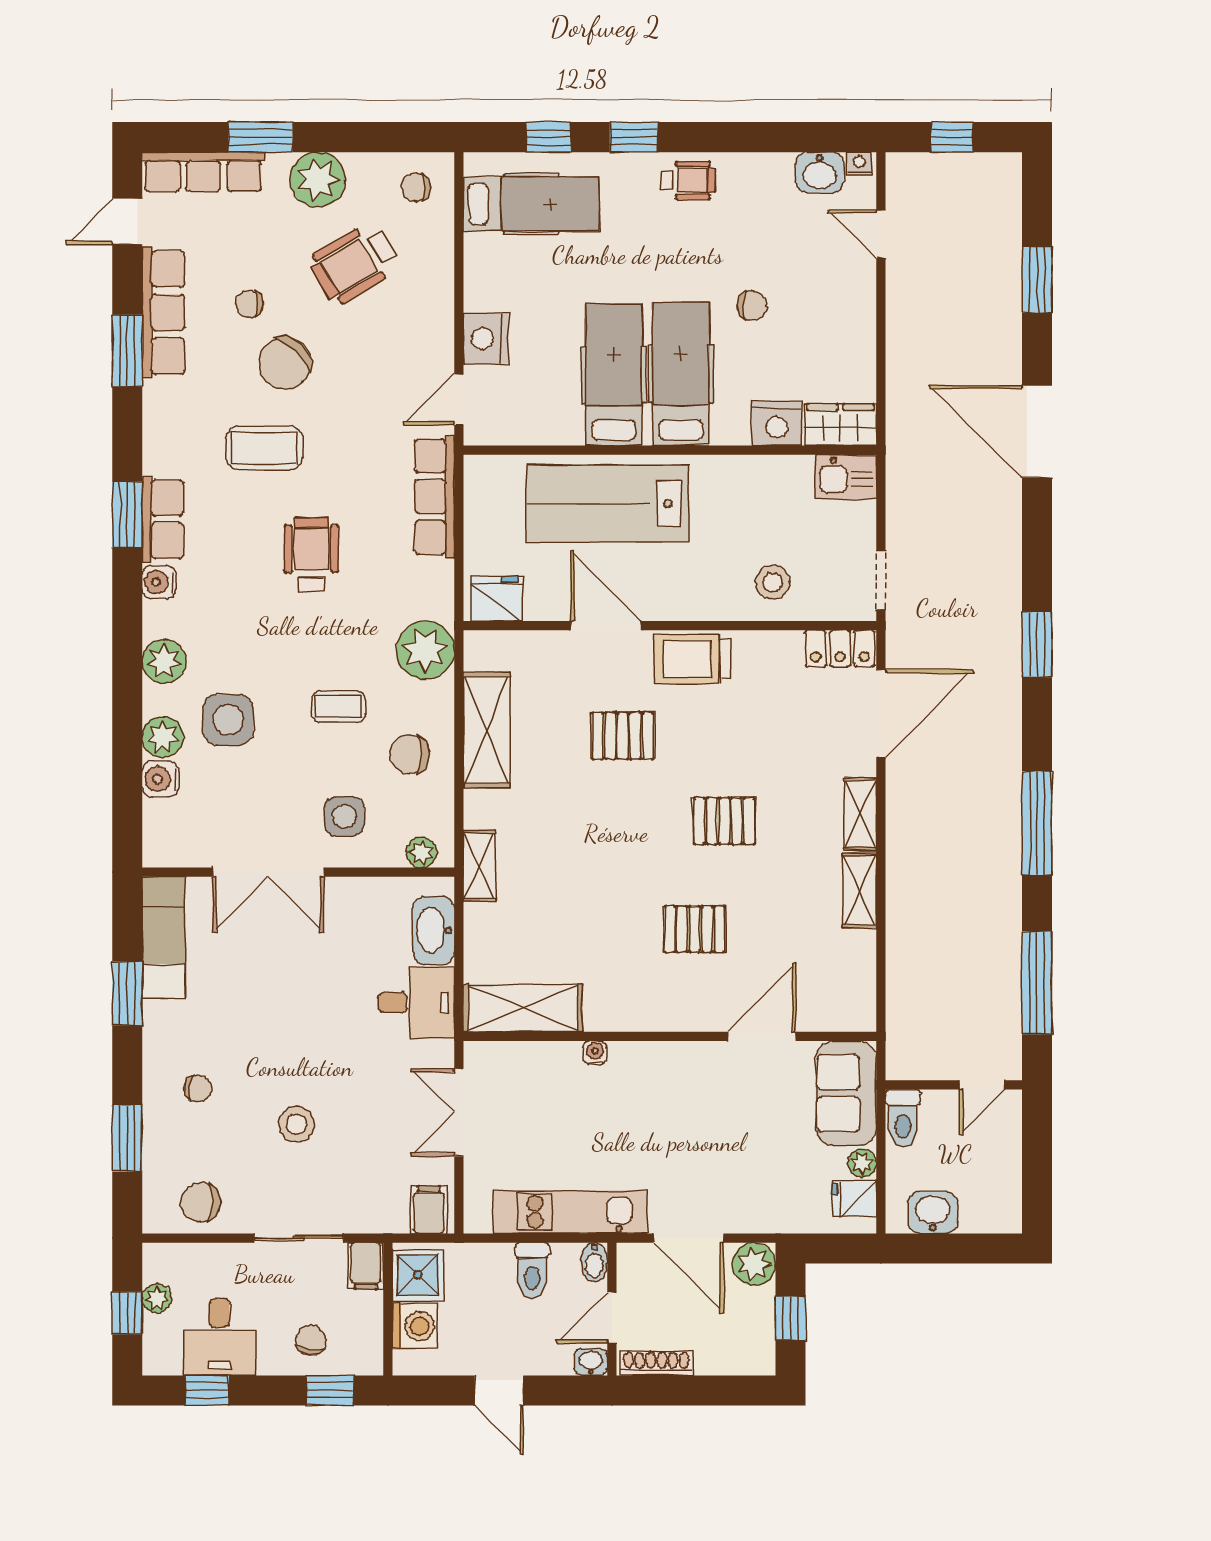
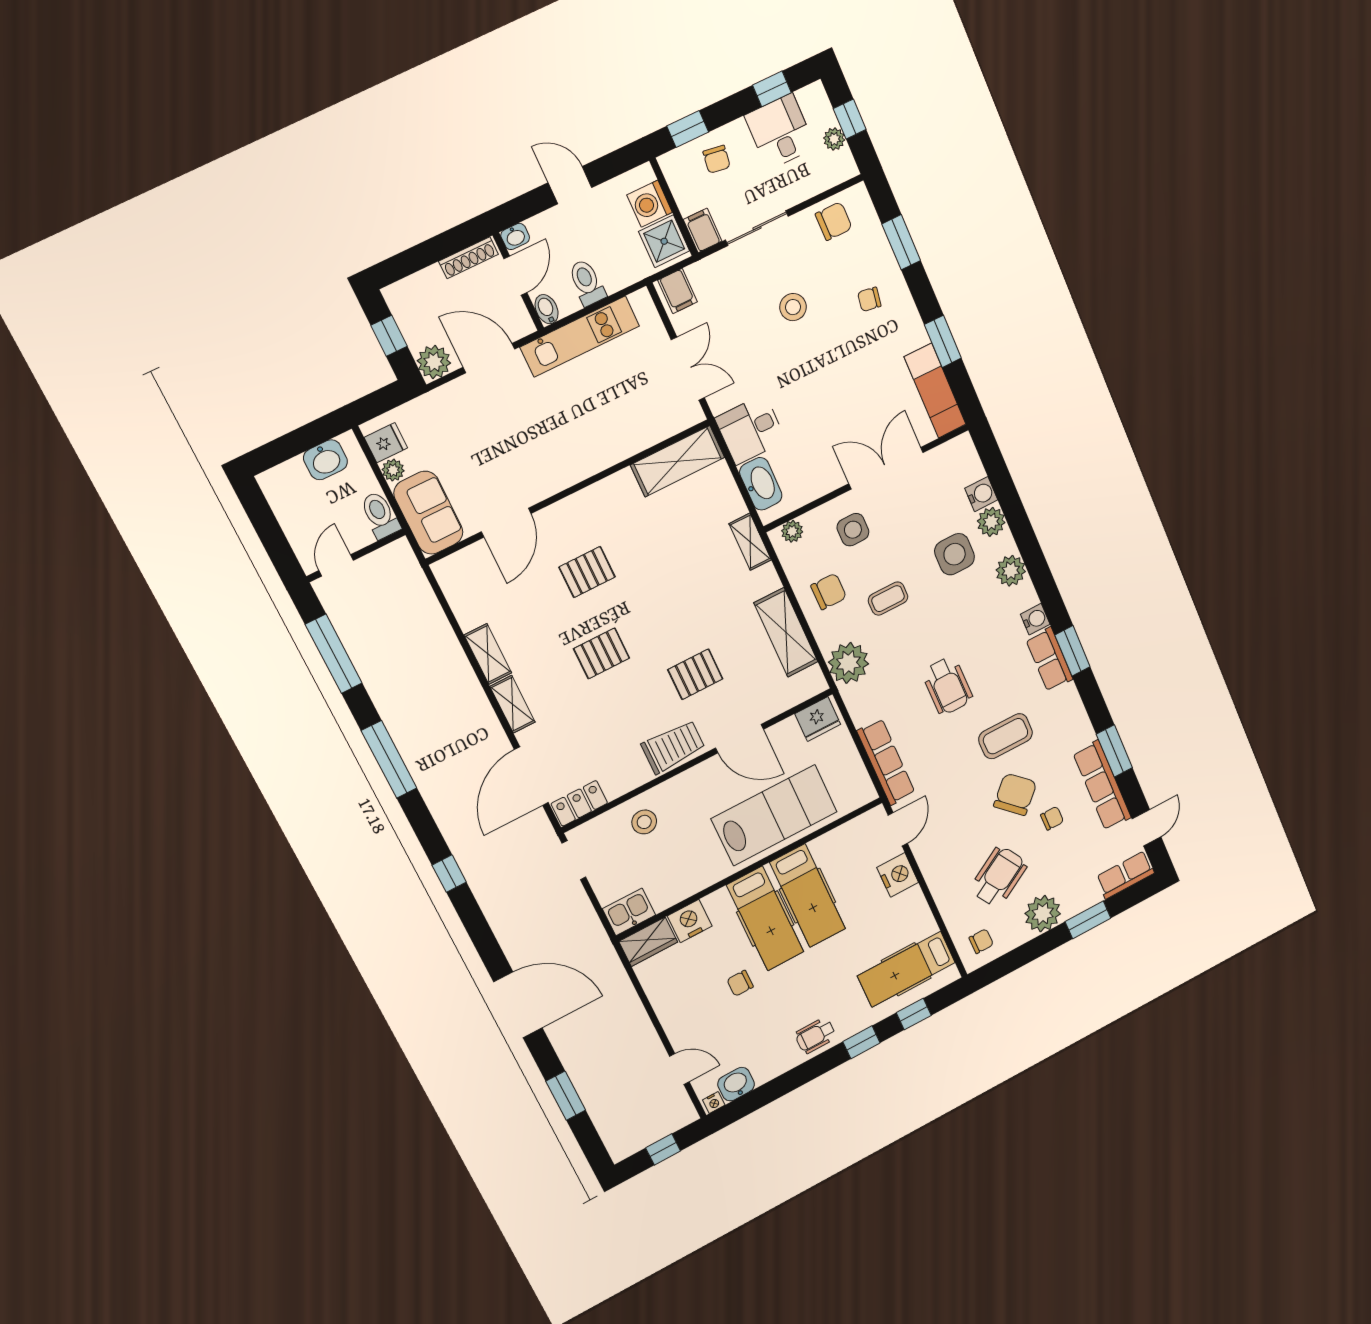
row of seats: (203, 172) -> (1125, 875), width x0.68
window: (1037, 644) -> (449, 874), width x0.67
water cooler: (595, 1053) -> (615, 455), removed

